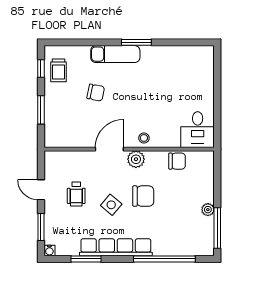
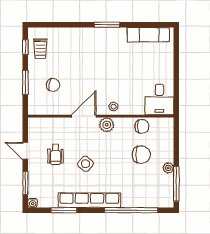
exam couch: (115, 54) -> (148, 35), moved
chair: (96, 93) -> (53, 85), moved
chair: (143, 196) -> (141, 155), moved

